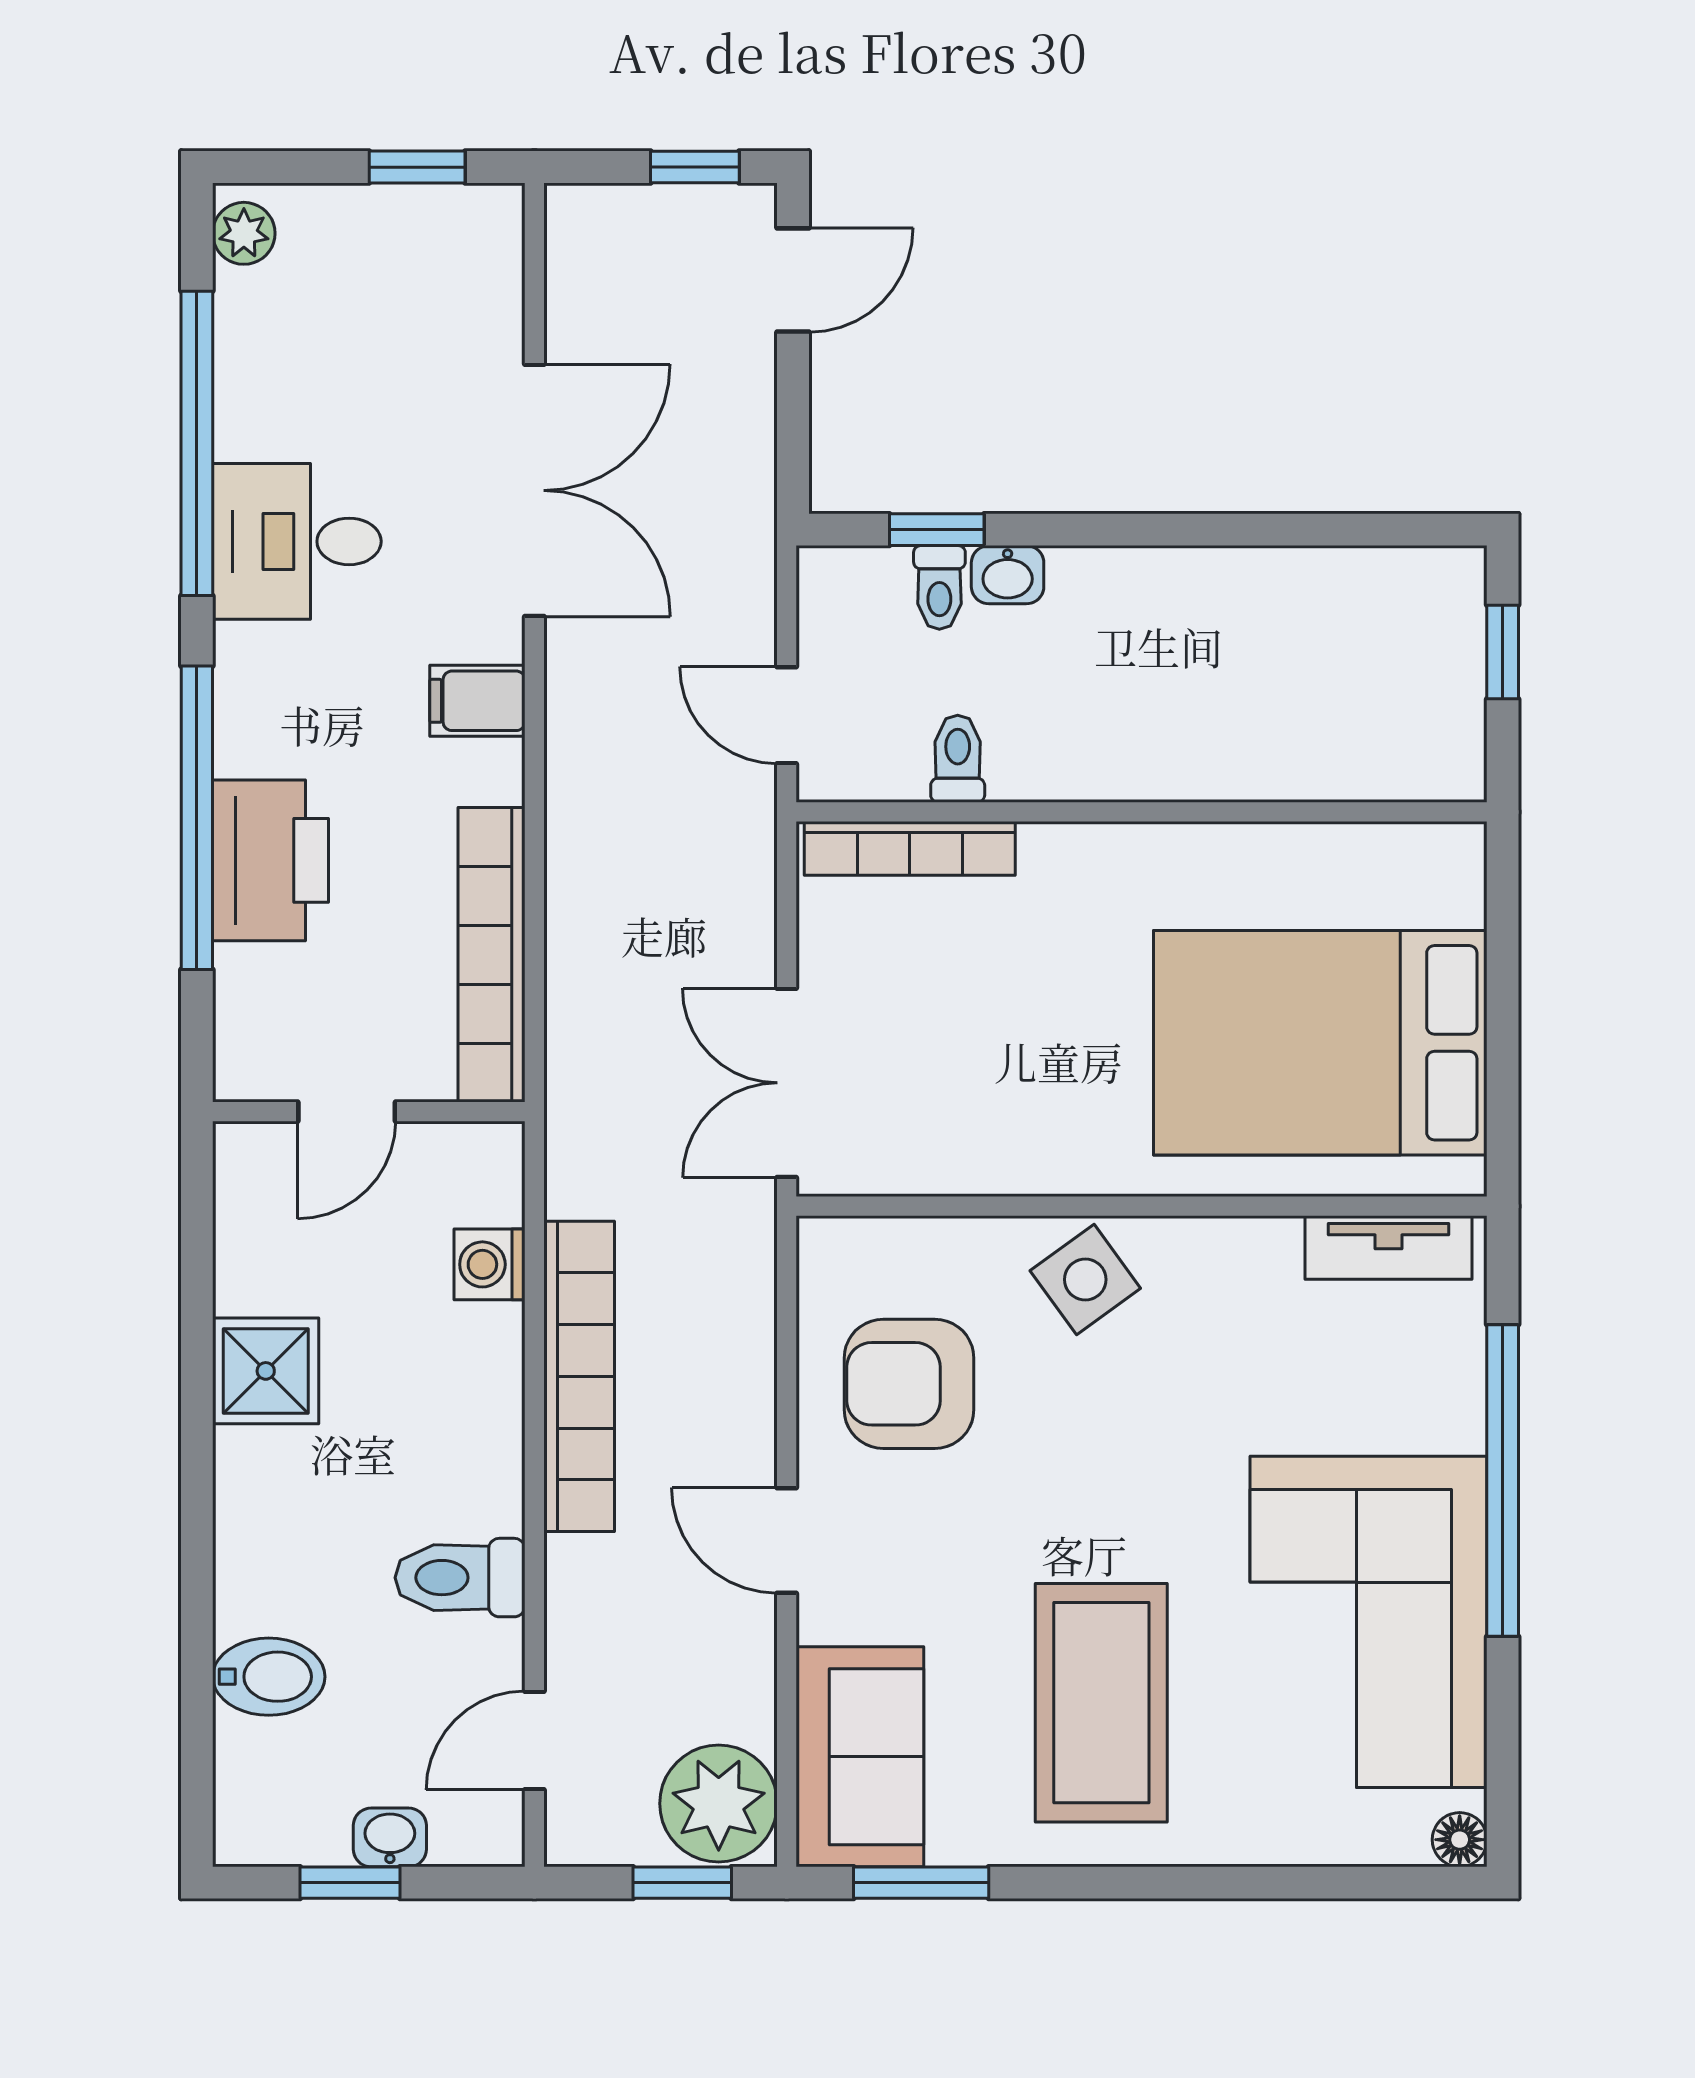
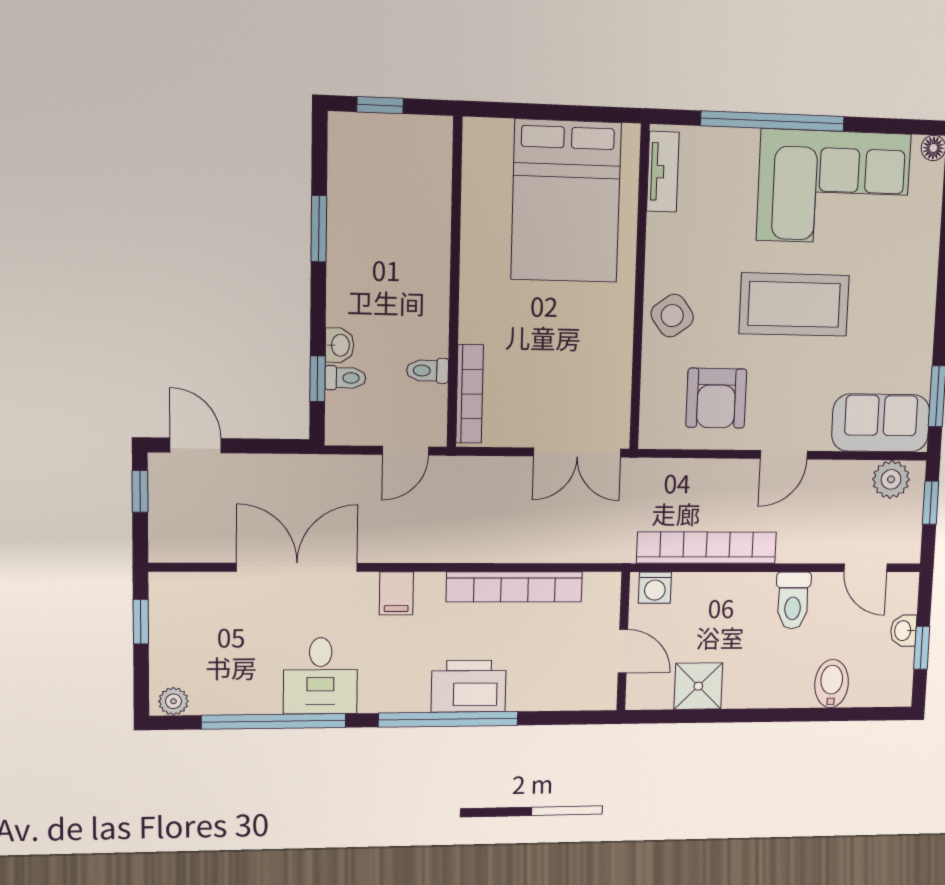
window: (1248, 530) -> (319, 229), added
door: (347, 1112) -> (623, 651), moved
wall: (369, 1112) -> (623, 641), moved
coffee table: (1101, 1703) -> (794, 304), moved
plant: (719, 1804) -> (891, 479), width x0.73, depth x0.73

